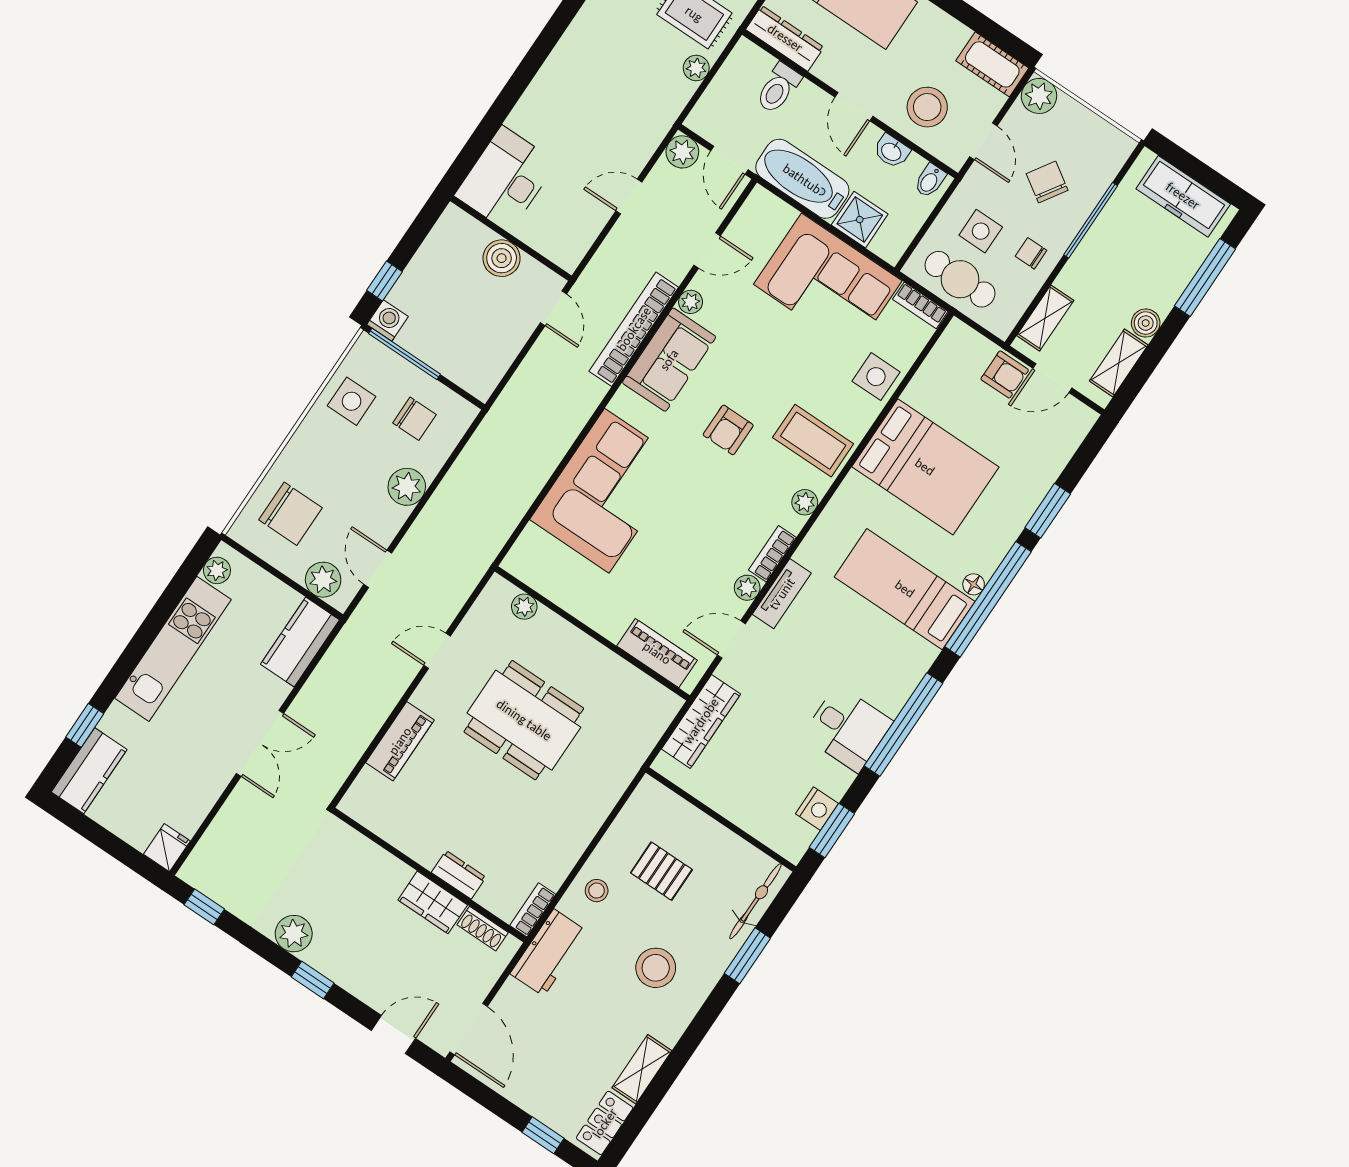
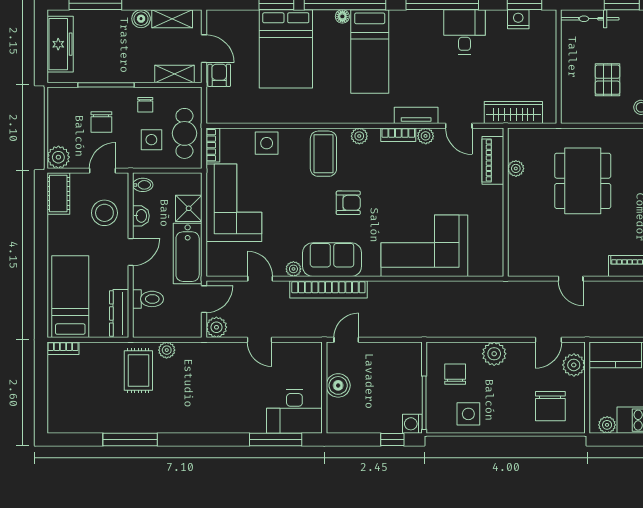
window: (486, 131) -> (276, 440), added
chair: (1047, 182) -> (101, 122), turned -33
bed: (925, 467) -> (286, 49), moved, turned 180
chair: (291, 514) -> (550, 406), turned 180
plant: (524, 607) -> (516, 168), moved
dining table: (524, 720) -> (583, 181), moved

